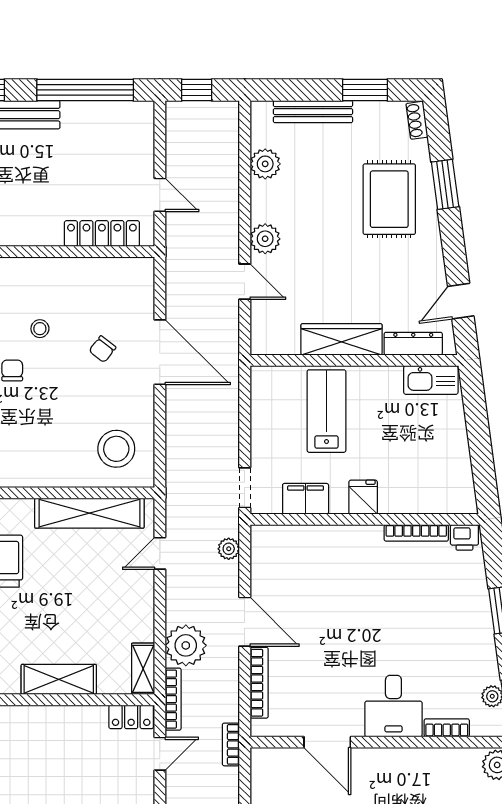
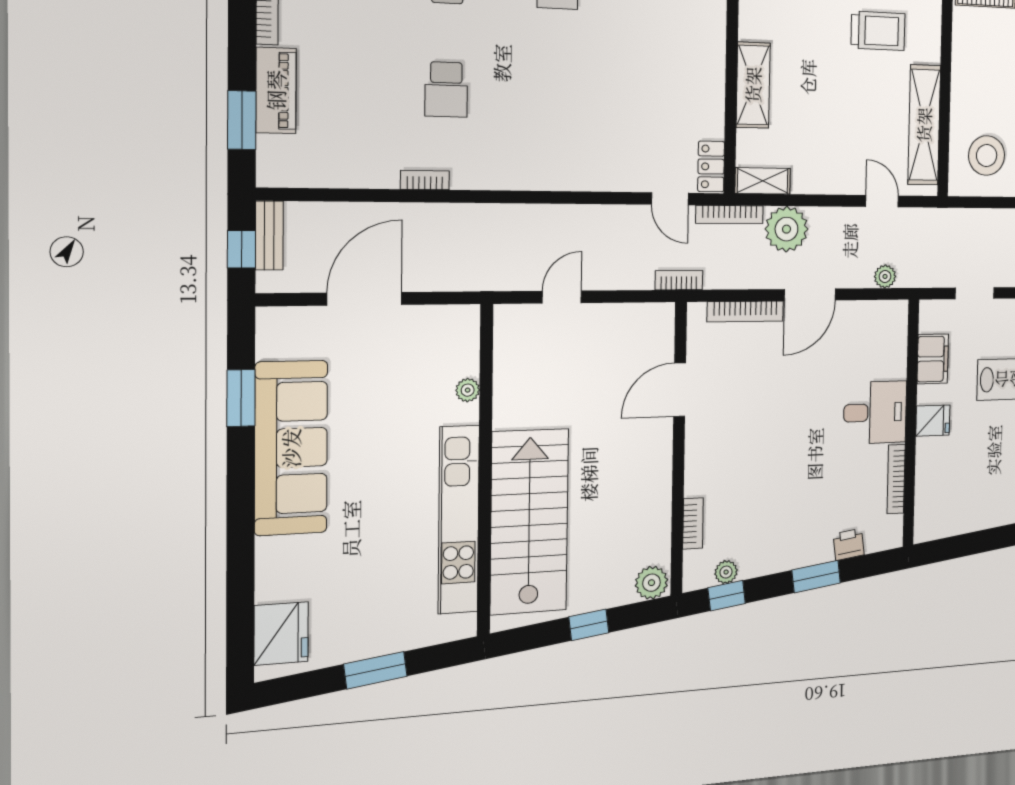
doorway: (245, 488) -> (975, 293), moved
printer: (464, 537) -> (849, 544), moved, turned 82
desk: (393, 706) -> (875, 412), moved, turned 180

